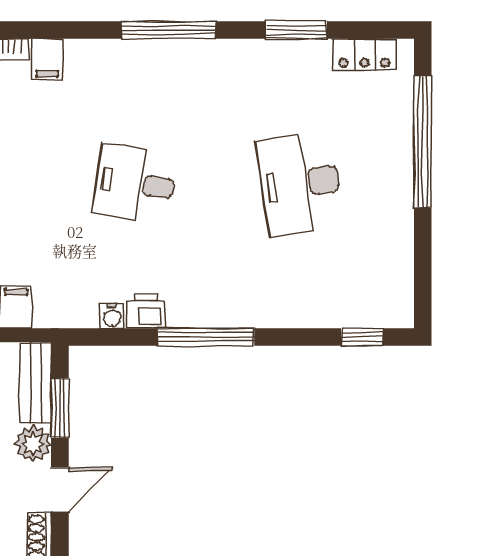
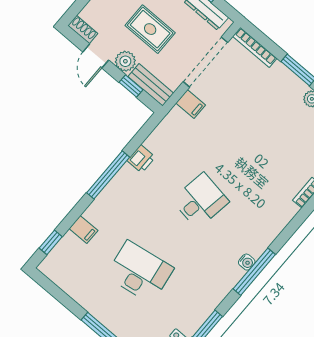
filing cabinet: (47, 59) -> (83, 230), moved, turned 180
water cooler: (112, 316) -> (247, 262), moved, turned 180
window: (60, 408) -> (131, 86), width x0.67

